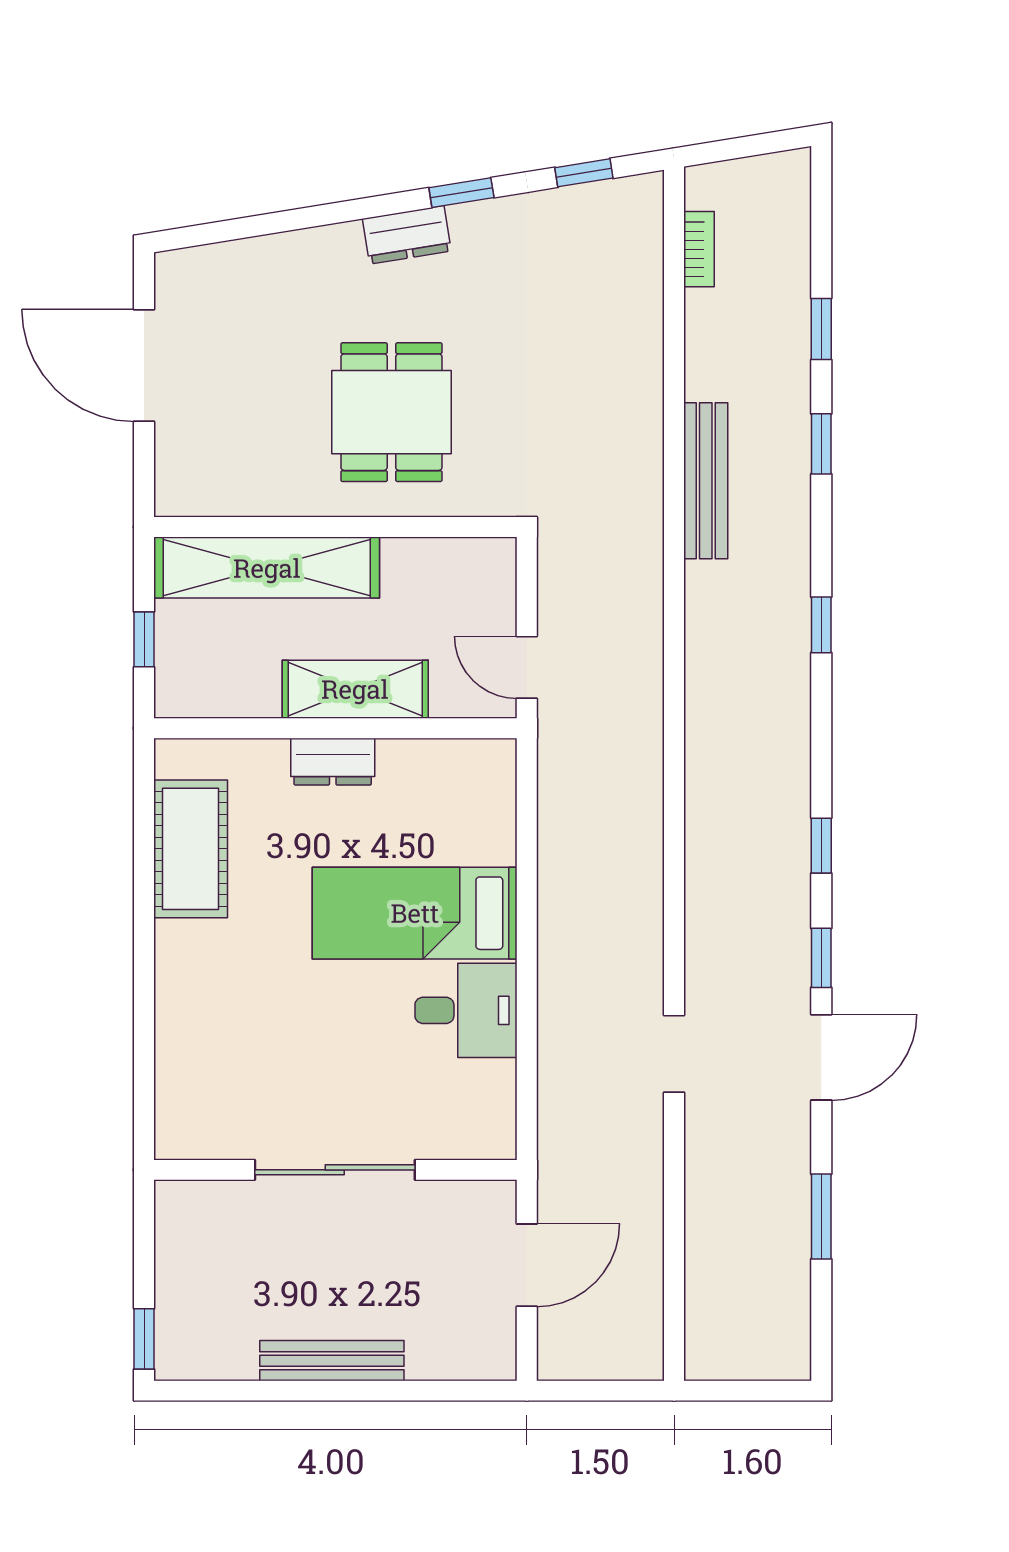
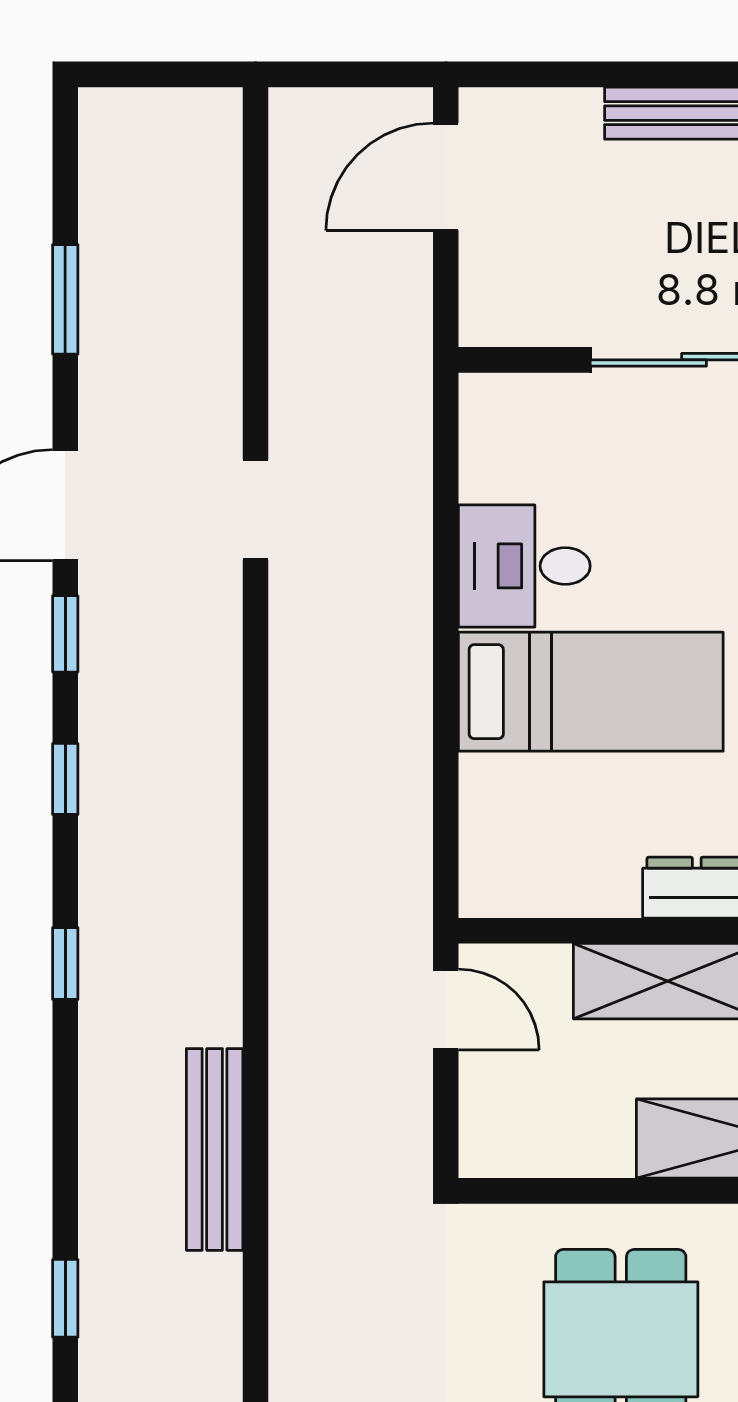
bench: (706, 481) -> (215, 1149), moved
window: (821, 625) -> (65, 964), moved
door: (527, 1265) -> (446, 177), moved

